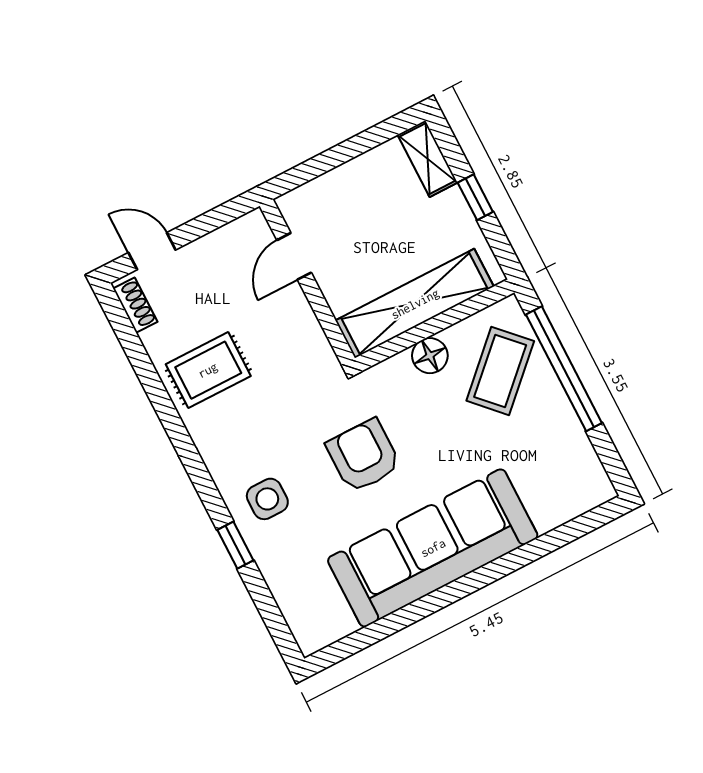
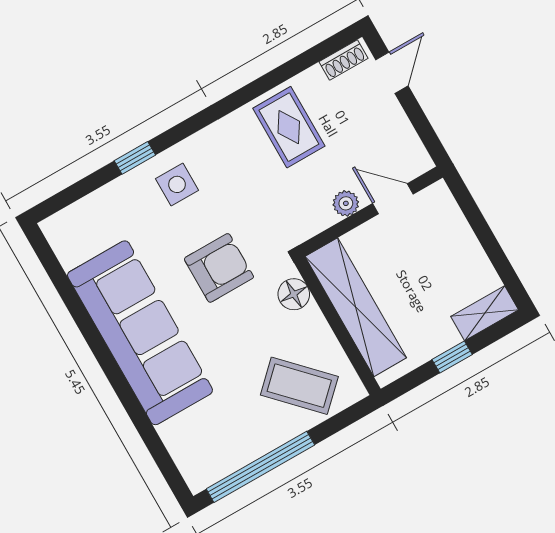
plant: (297, 310) -> (346, 203), added
floor lamp: (430, 356) -> (294, 294), moved
window: (564, 369) -> (260, 467), moved

